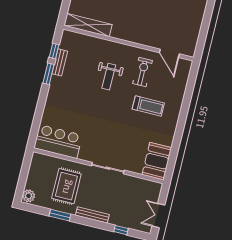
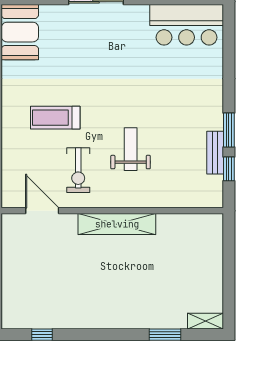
shelving: (88, 25) -> (117, 224), moved

